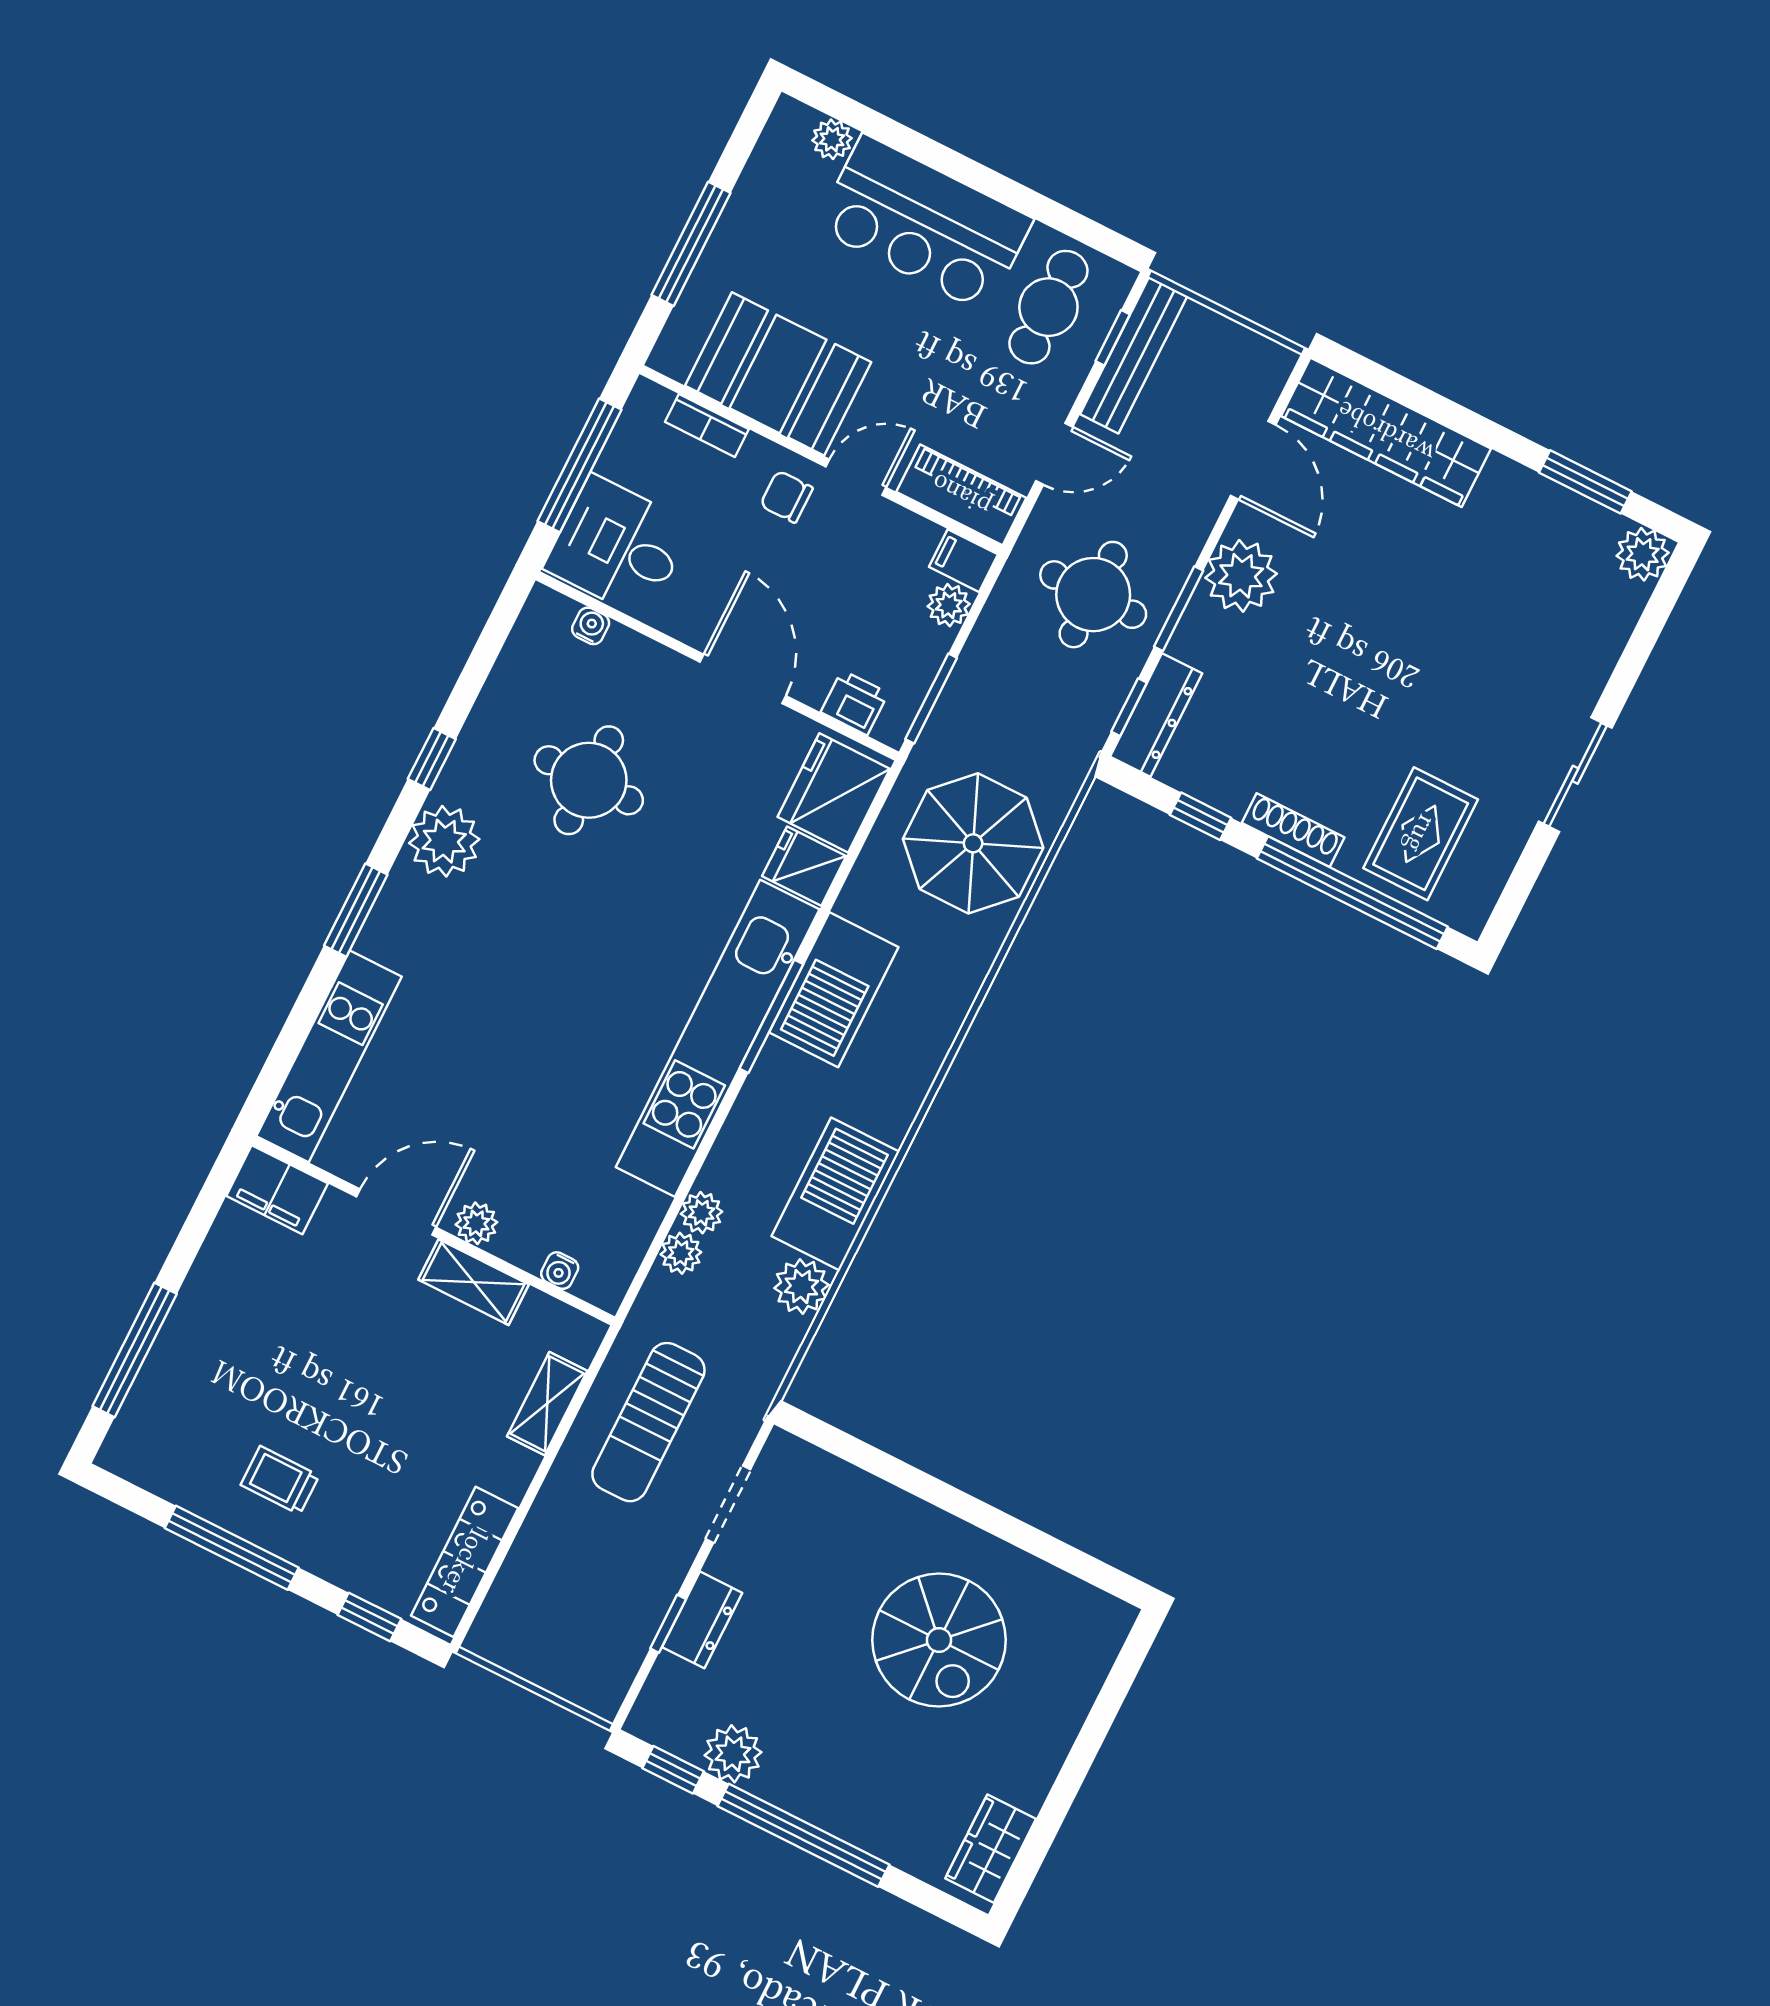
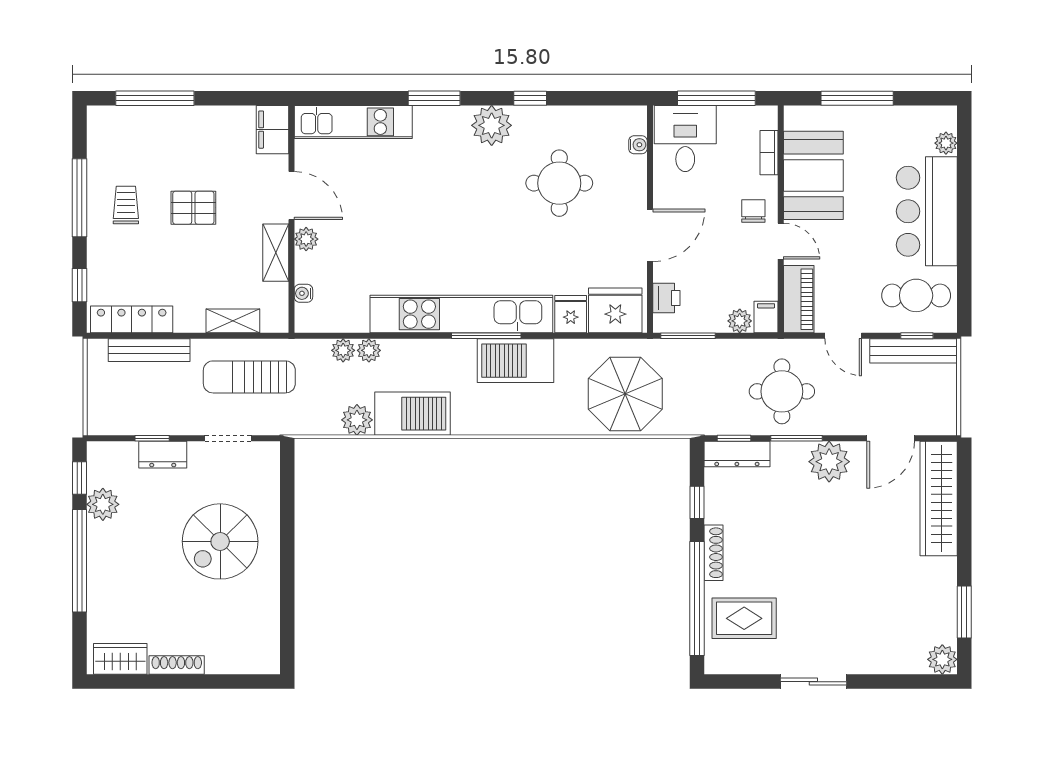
pallet: (338, 1376) -> (193, 208), added
bench: (527, 1559) -> (149, 350), added
spiral stairs: (939, 1640) -> (220, 541), moved
shoe rack: (1045, 1765) -> (177, 665), added

